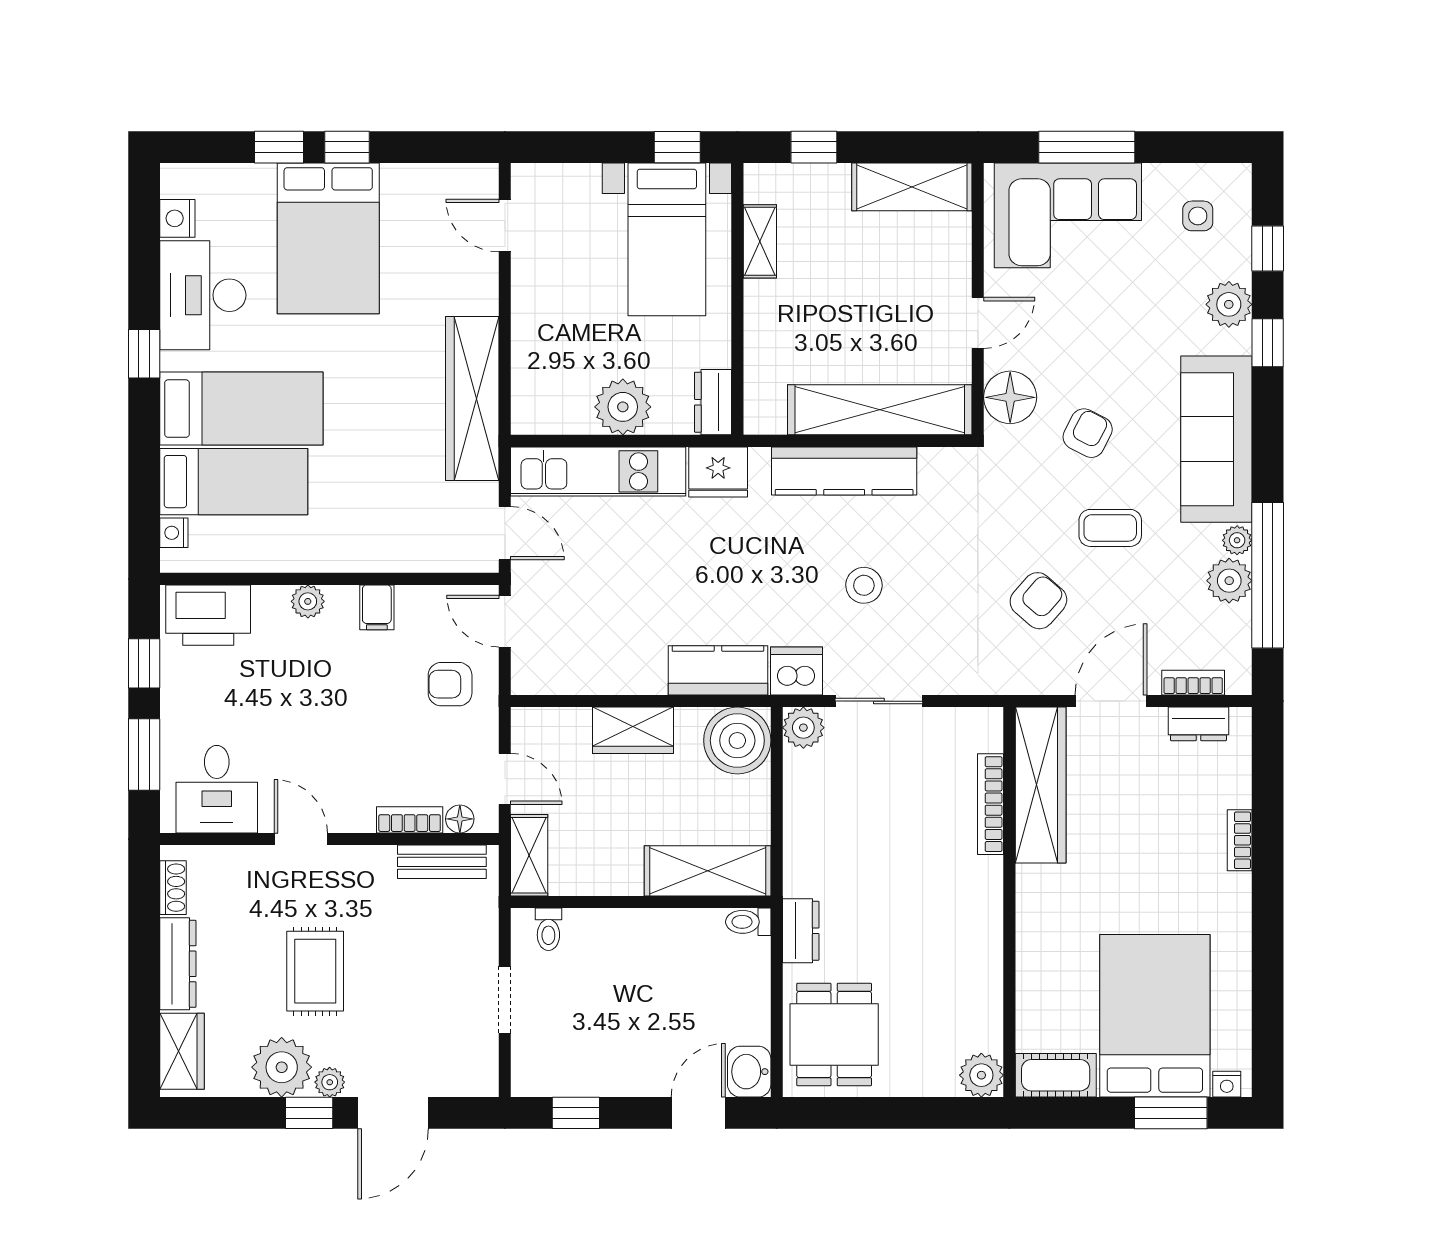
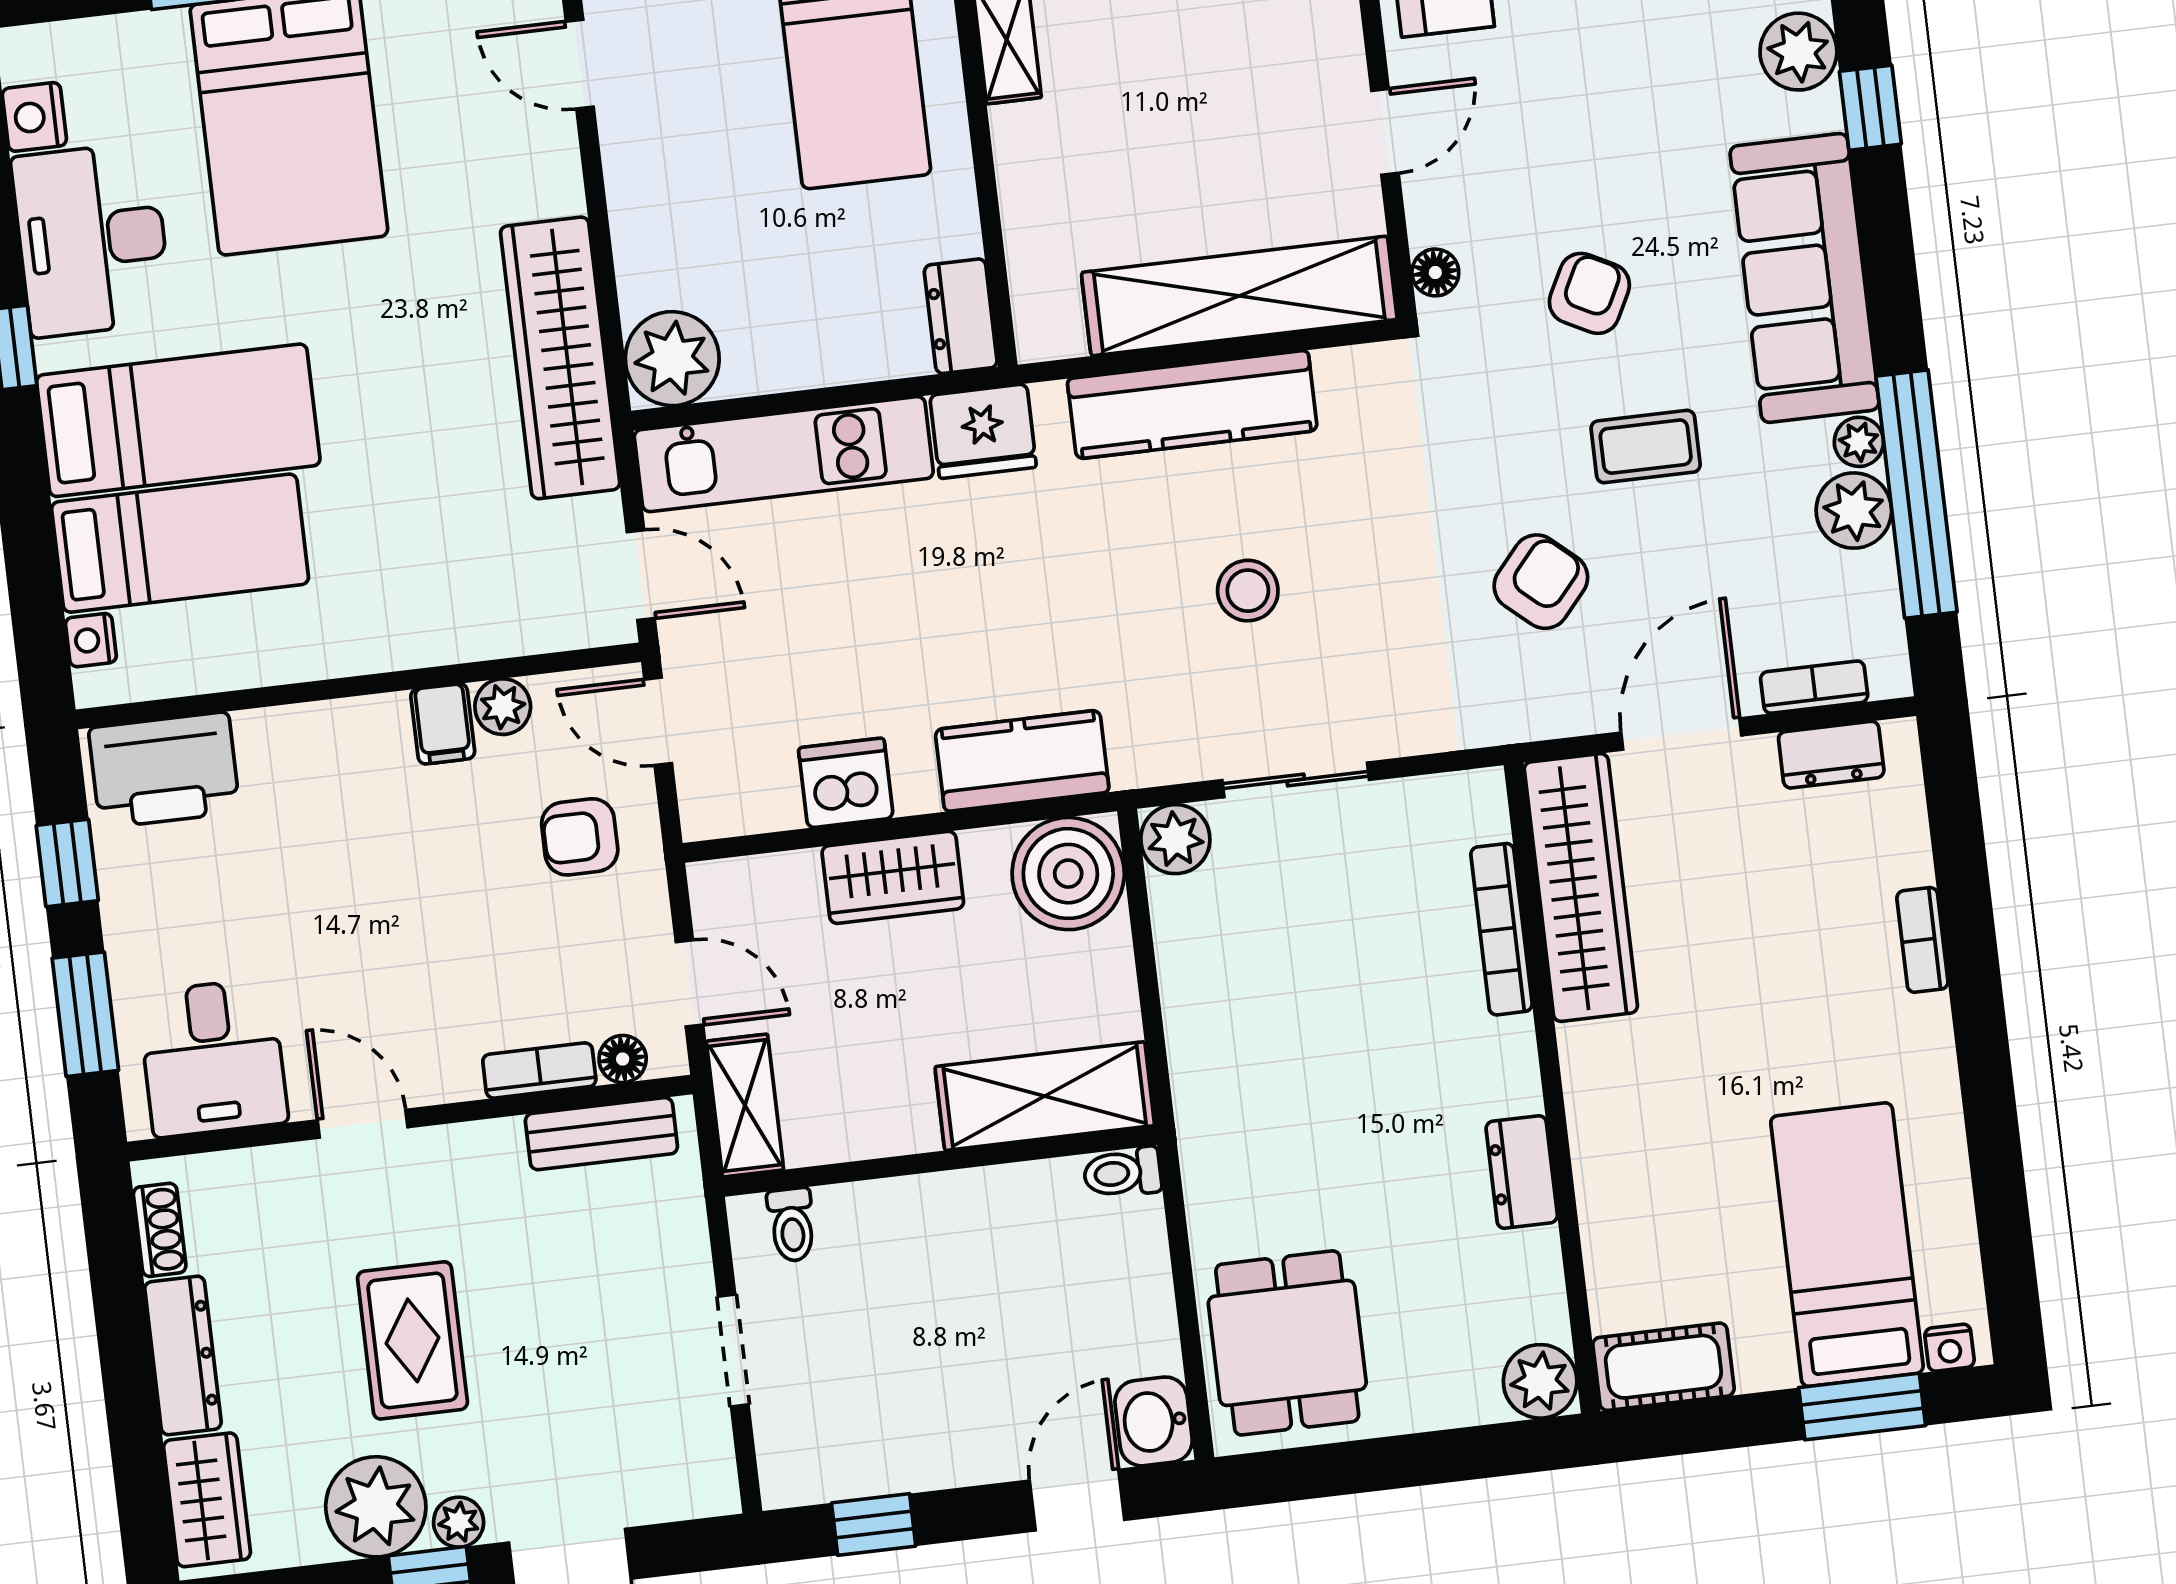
floor lamp: (1010, 397) -> (1435, 272), width x0.53, depth x0.53
plant: (623, 407) -> (672, 359), moved
plant: (308, 601) -> (503, 707), moved
dishwasher: (797, 671) -> (846, 783), moved
dresser: (801, 931) -> (1522, 1172), moved, turned 180
bed: (1155, 1016) -> (1847, 1245), width x0.67

